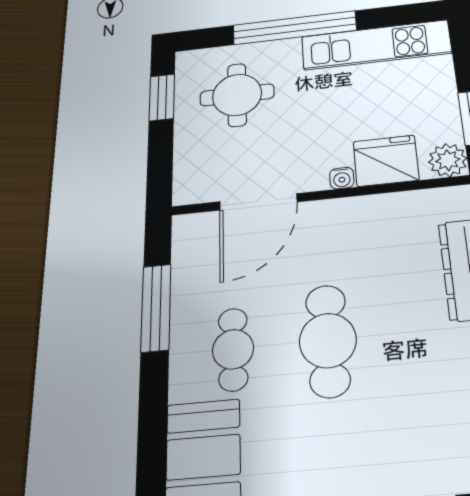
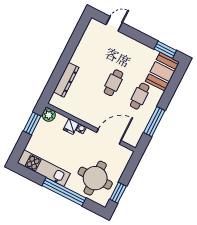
round table: (237, 95) -> (95, 178), width x1.36, depth x1.36
fridge: (386, 161) -> (71, 126), width x0.53, depth x0.75
cafe table: (328, 340) -> (114, 83), width x0.73, depth x0.74

